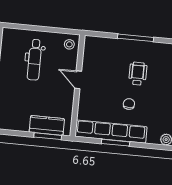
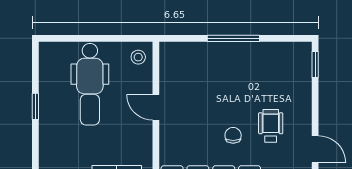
dental chair: (35, 60) -> (90, 84), width x1.36, depth x1.38
wheelchair: (138, 74) -> (271, 126), moved

